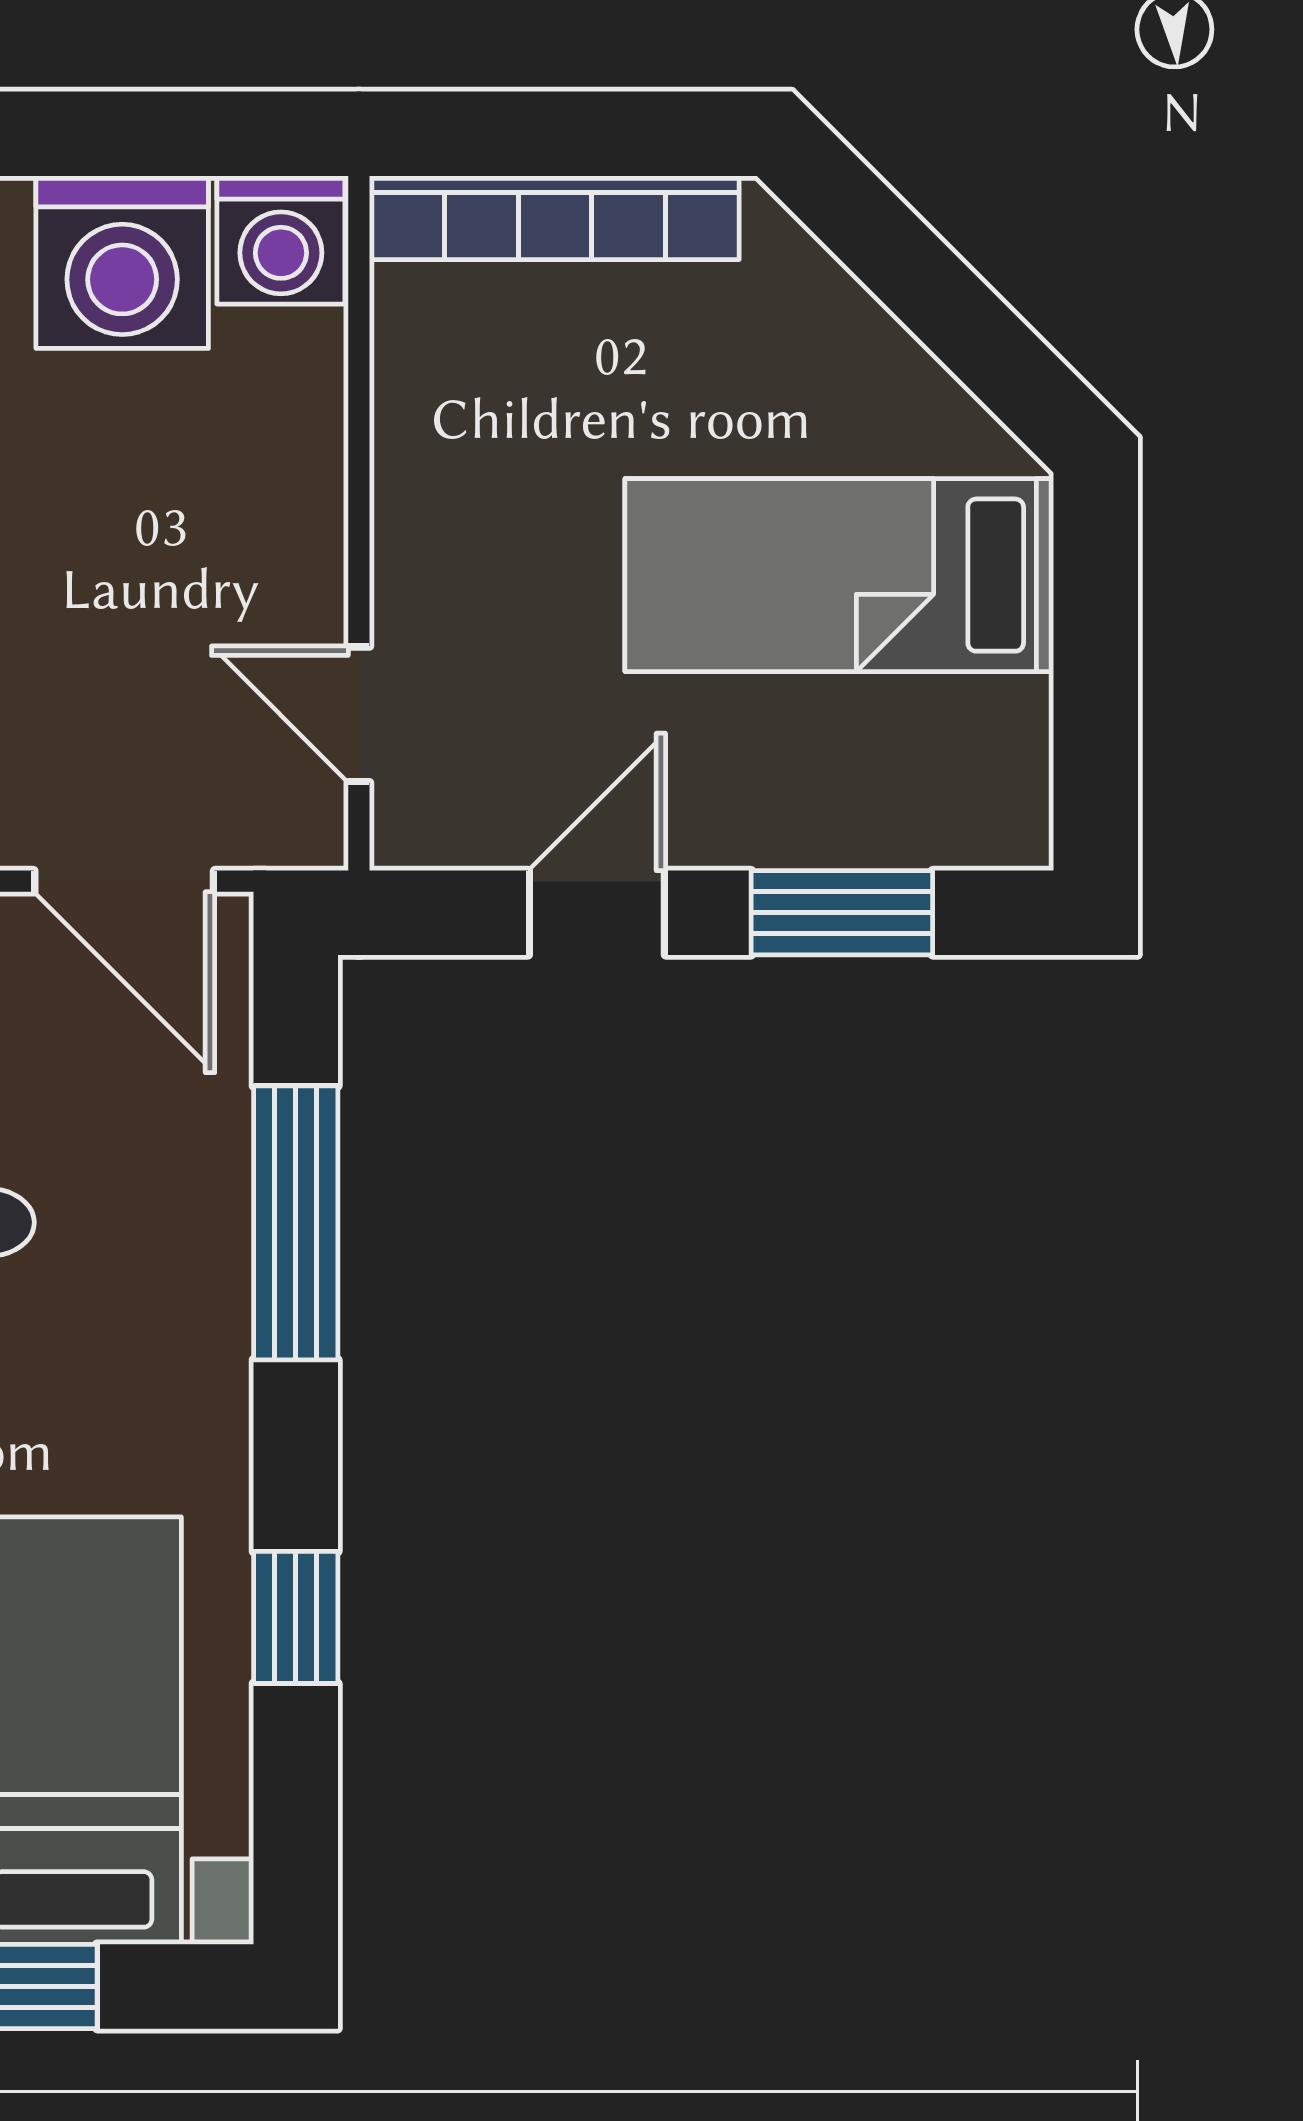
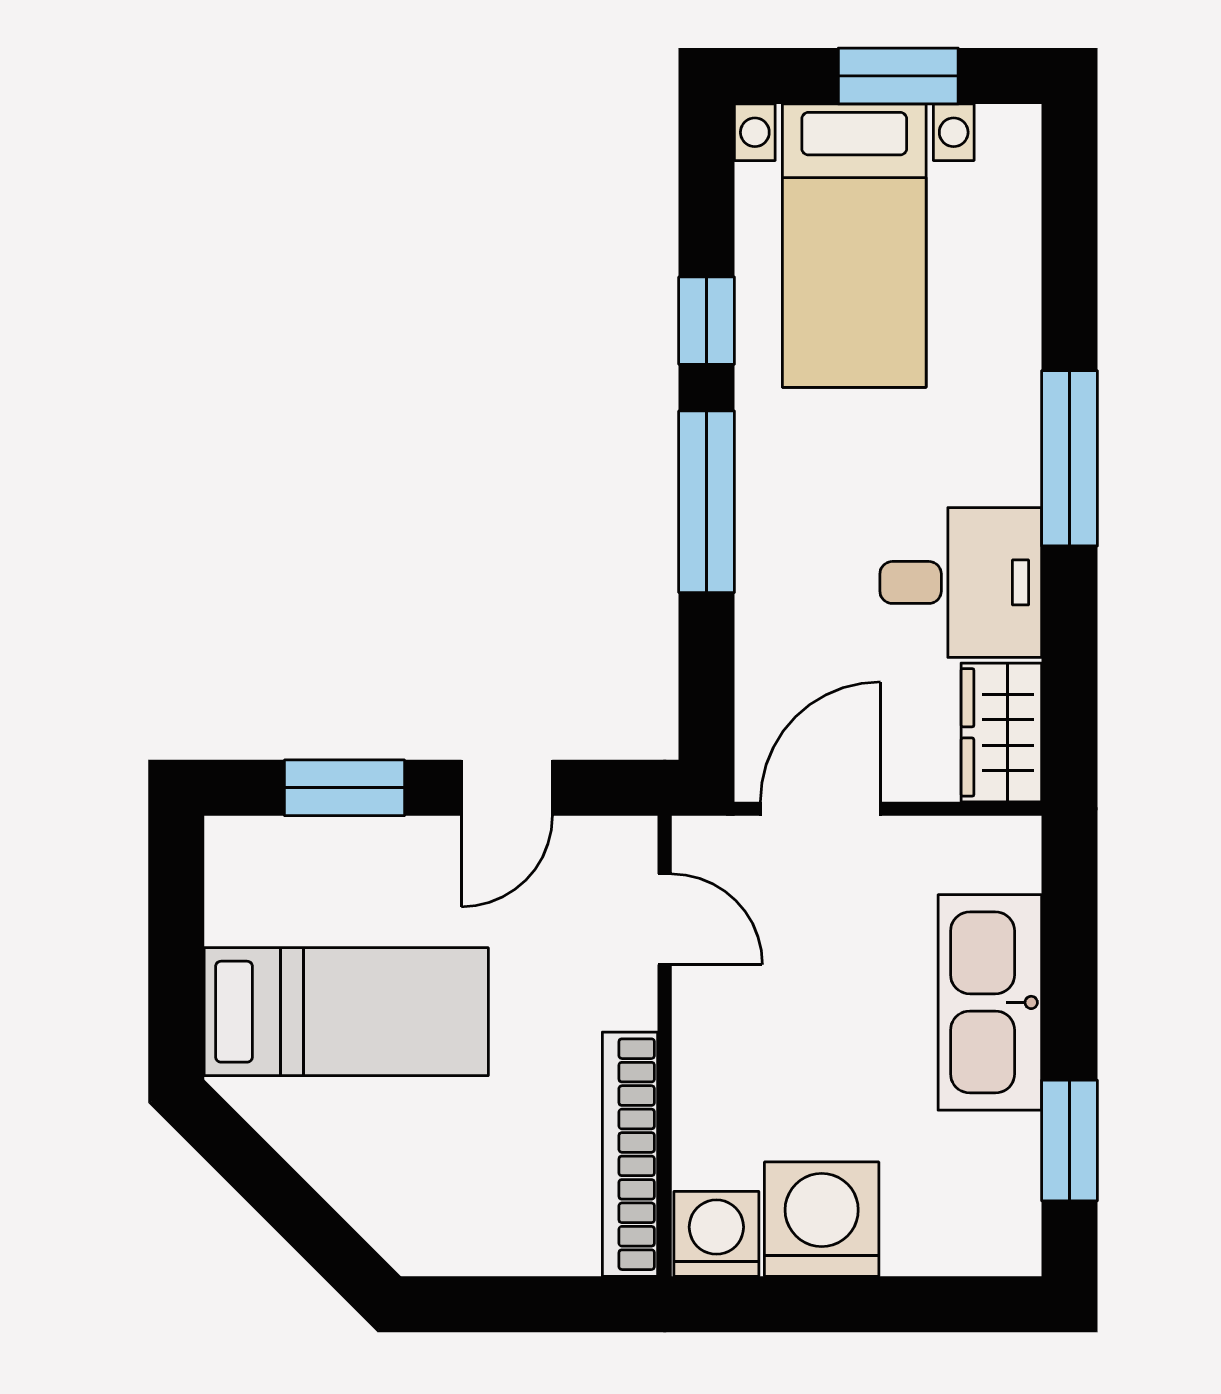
bookcase: (555, 218) -> (630, 1154), moved, turned -90
door: (124, 881) -> (820, 809), hinge flipped
window: (296, 1223) -> (707, 502), moved

